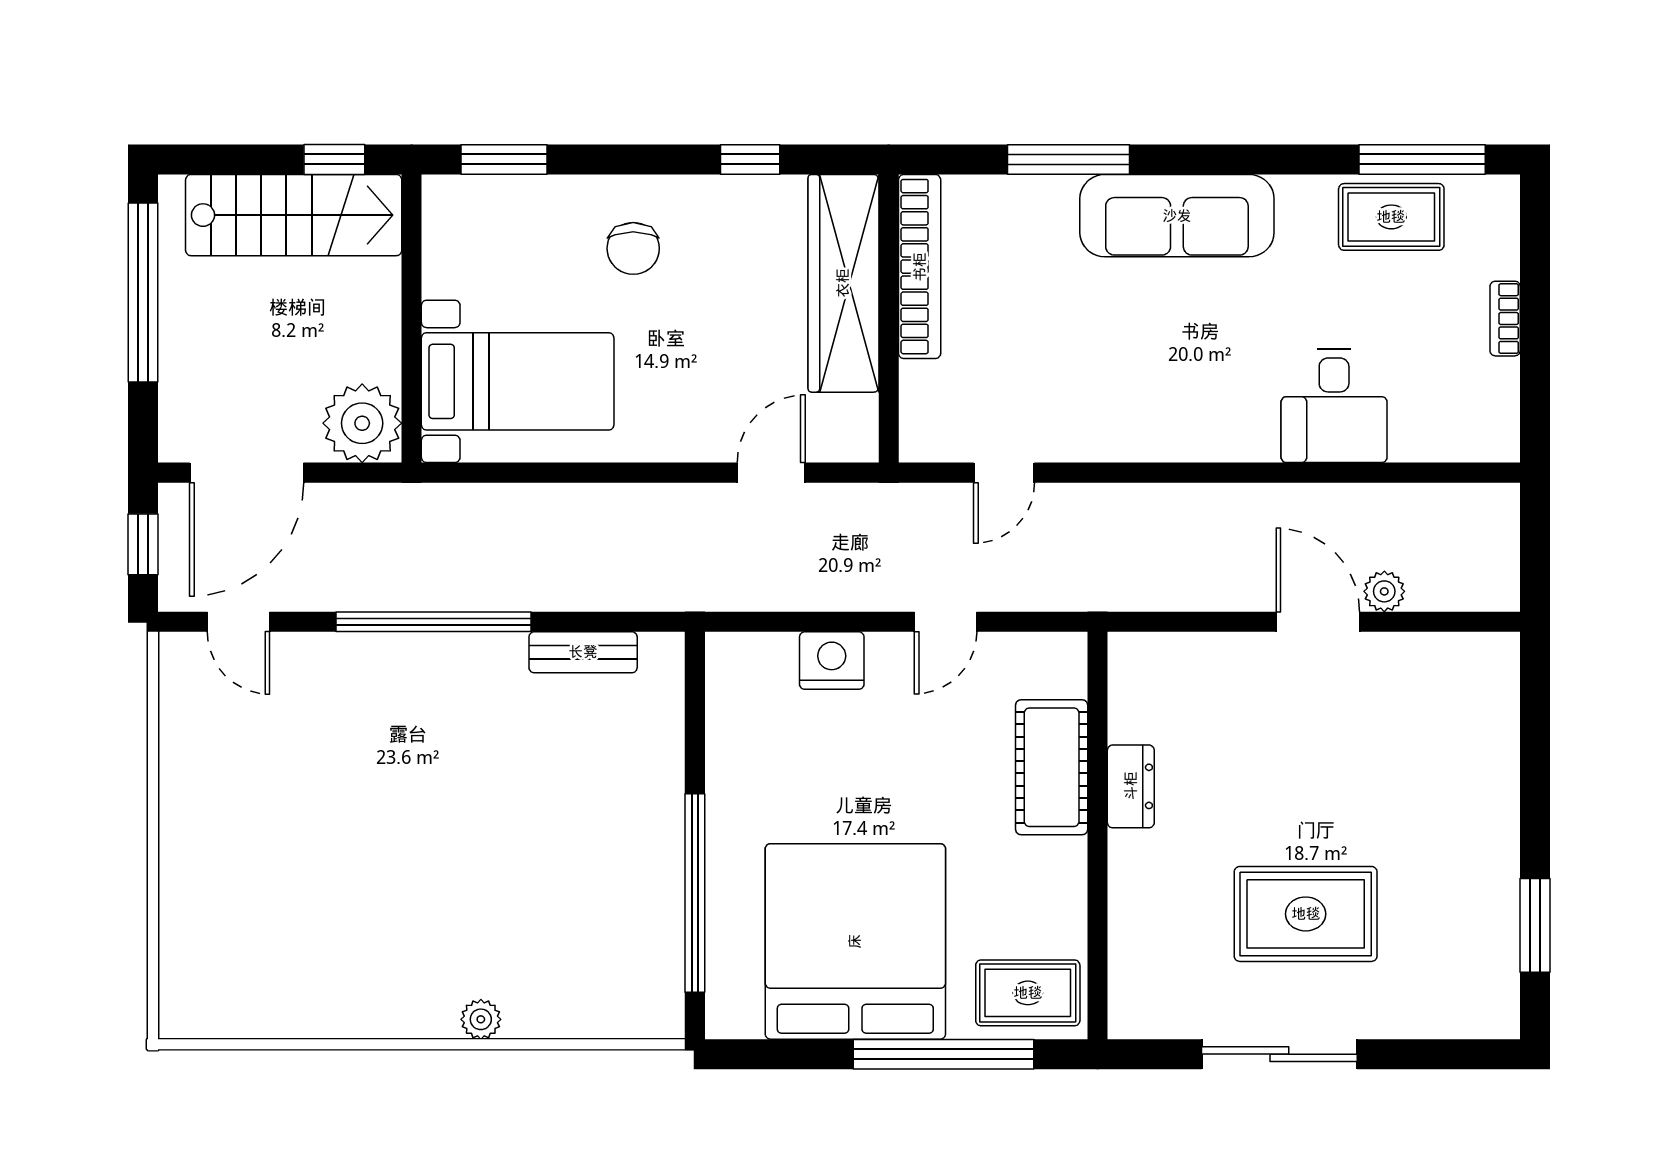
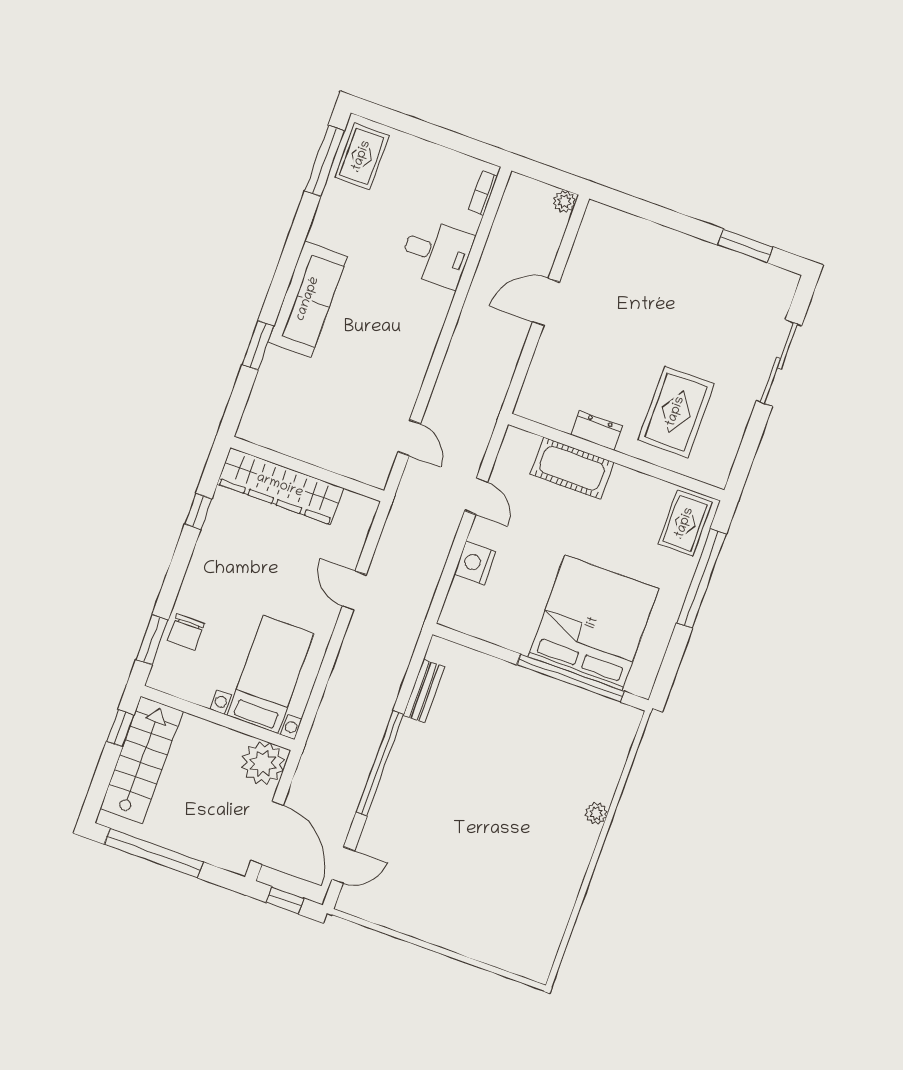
window: (1068, 159) -> (258, 345), width x0.69
rug: (1391, 217) -> (362, 156), moved
chair: (633, 248) -> (186, 632), moved, turned 90
bookcase: (920, 267) -> (286, 443), removed
bookcase: (1505, 319) -> (483, 193), moved, turned 90
door: (771, 473) -> (354, 591), moved
plant: (1384, 591) -> (564, 202), moved
rug: (1306, 914) -> (676, 412), moved
bed: (855, 941) -> (593, 623), moved, turned 90
sliding door: (1279, 1054) -> (779, 363), moved

